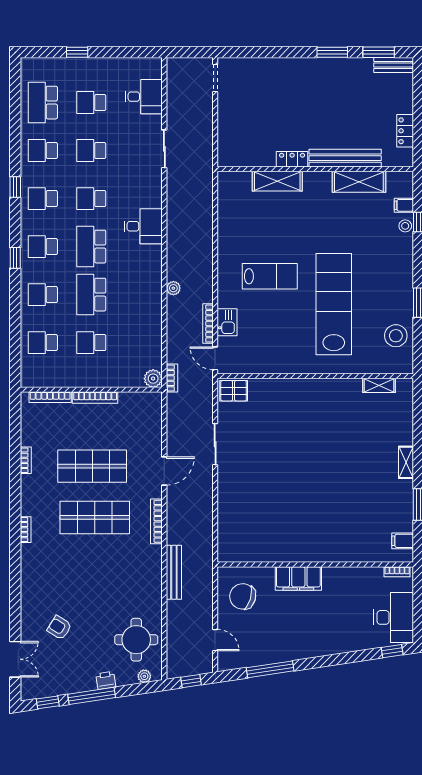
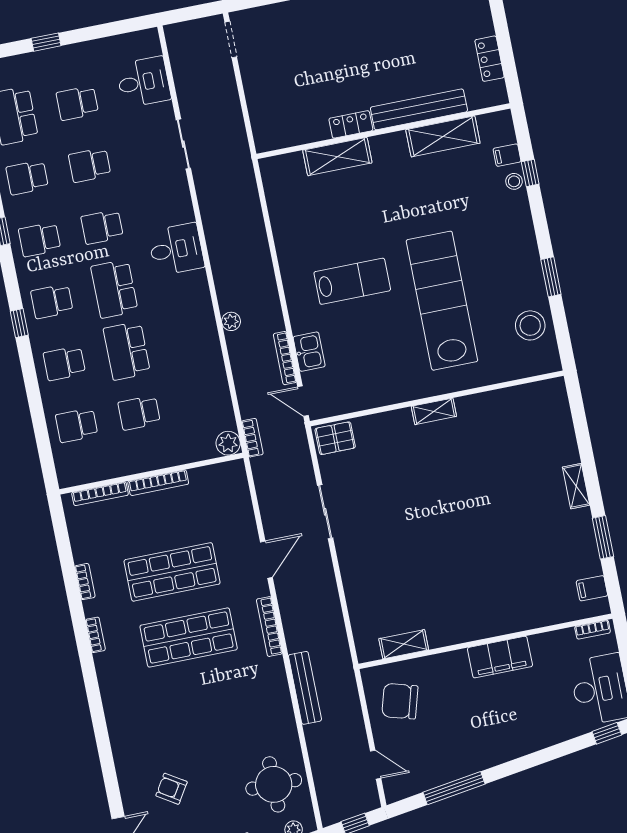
shelving: (379, 385) -> (434, 411), moved
bookcase: (26, 530) -> (95, 635), moved
shelving: (254, 555) -> (404, 644), added
filing cabinet: (298, 578) -> (500, 657), moved

